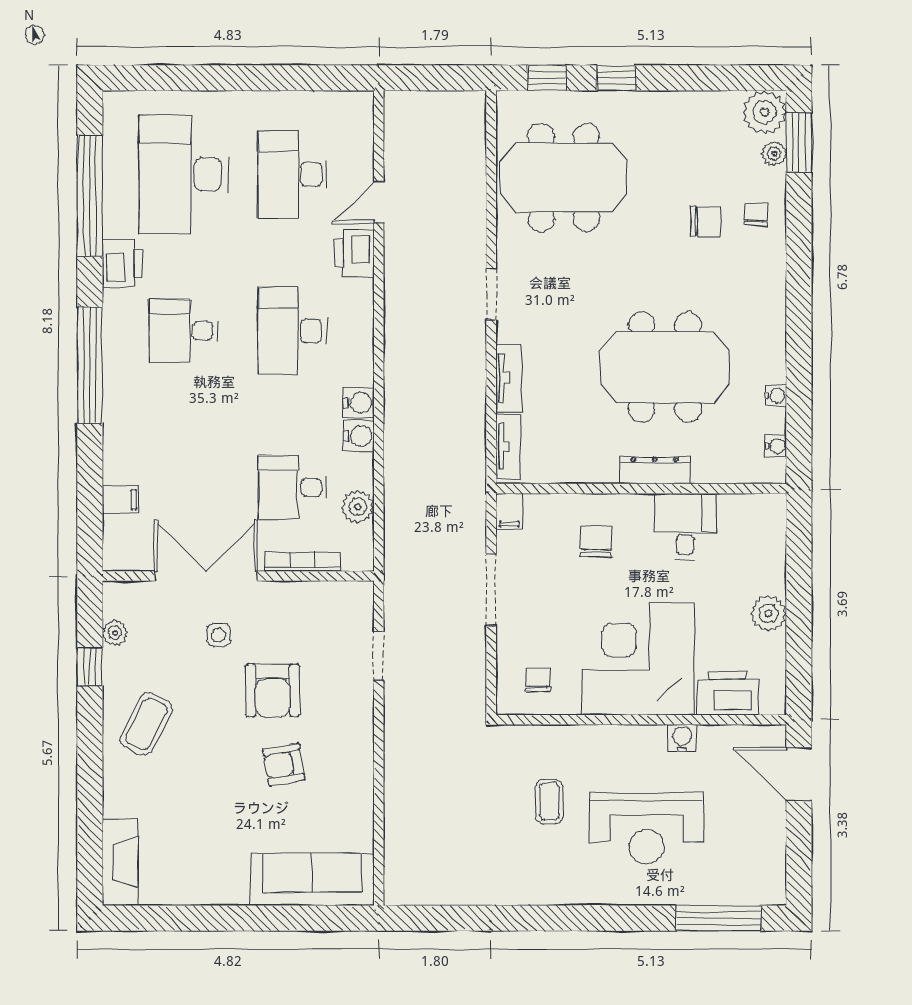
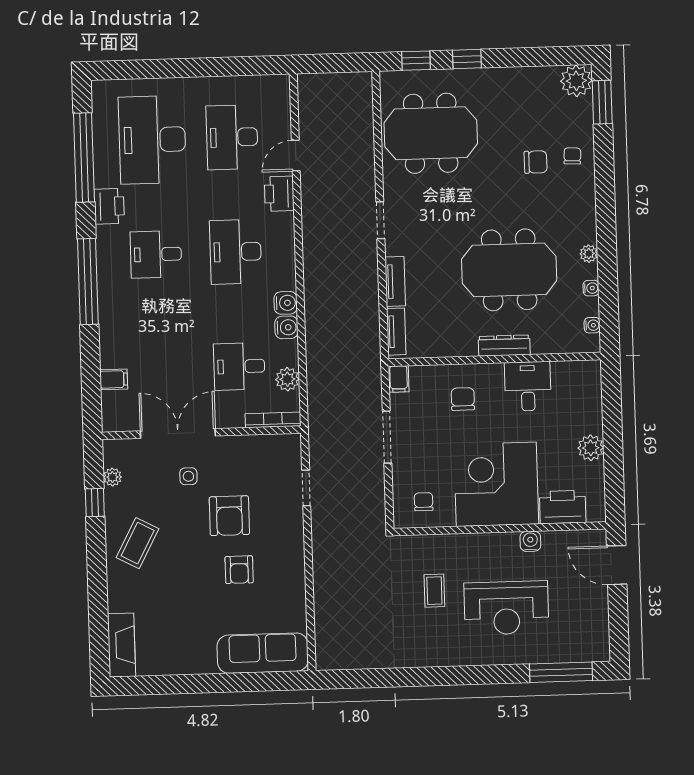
plant: (774, 154) -> (589, 254), moved
bookcase: (303, 562) -> (273, 420), moved
armchair: (284, 765) -> (239, 570), turned -80

